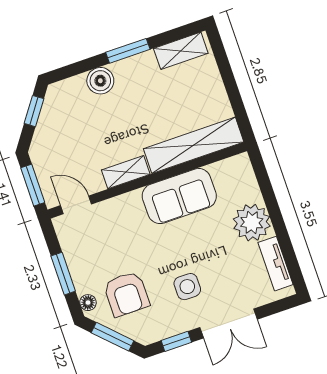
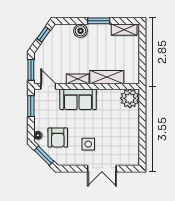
shelving: (194, 145) -> (107, 77), width x0.68
sofa: (179, 196) -> (78, 99), moved
plant: (252, 223) -> (130, 98), moved
tv unit: (275, 264) -> (134, 148), removed
window: (63, 274) -> (31, 106), moved
window: (176, 341) -> (74, 169), removed

